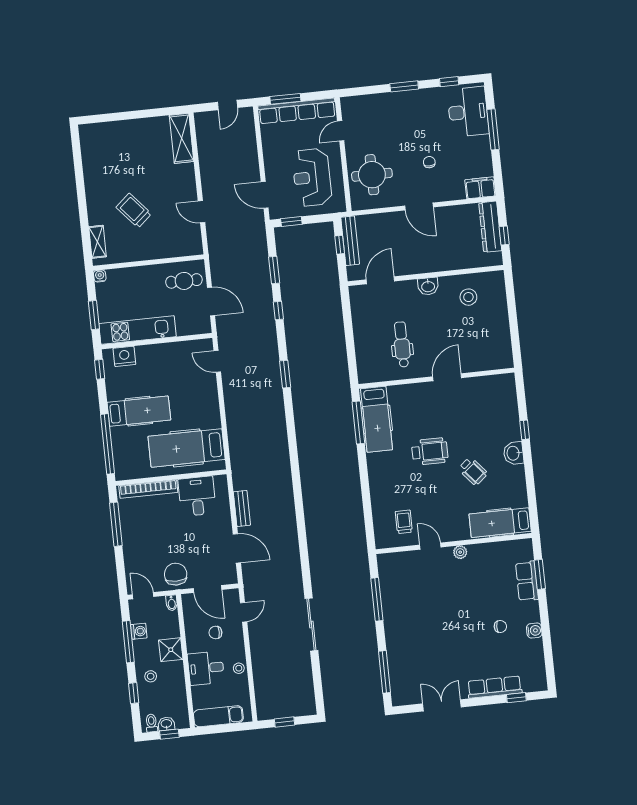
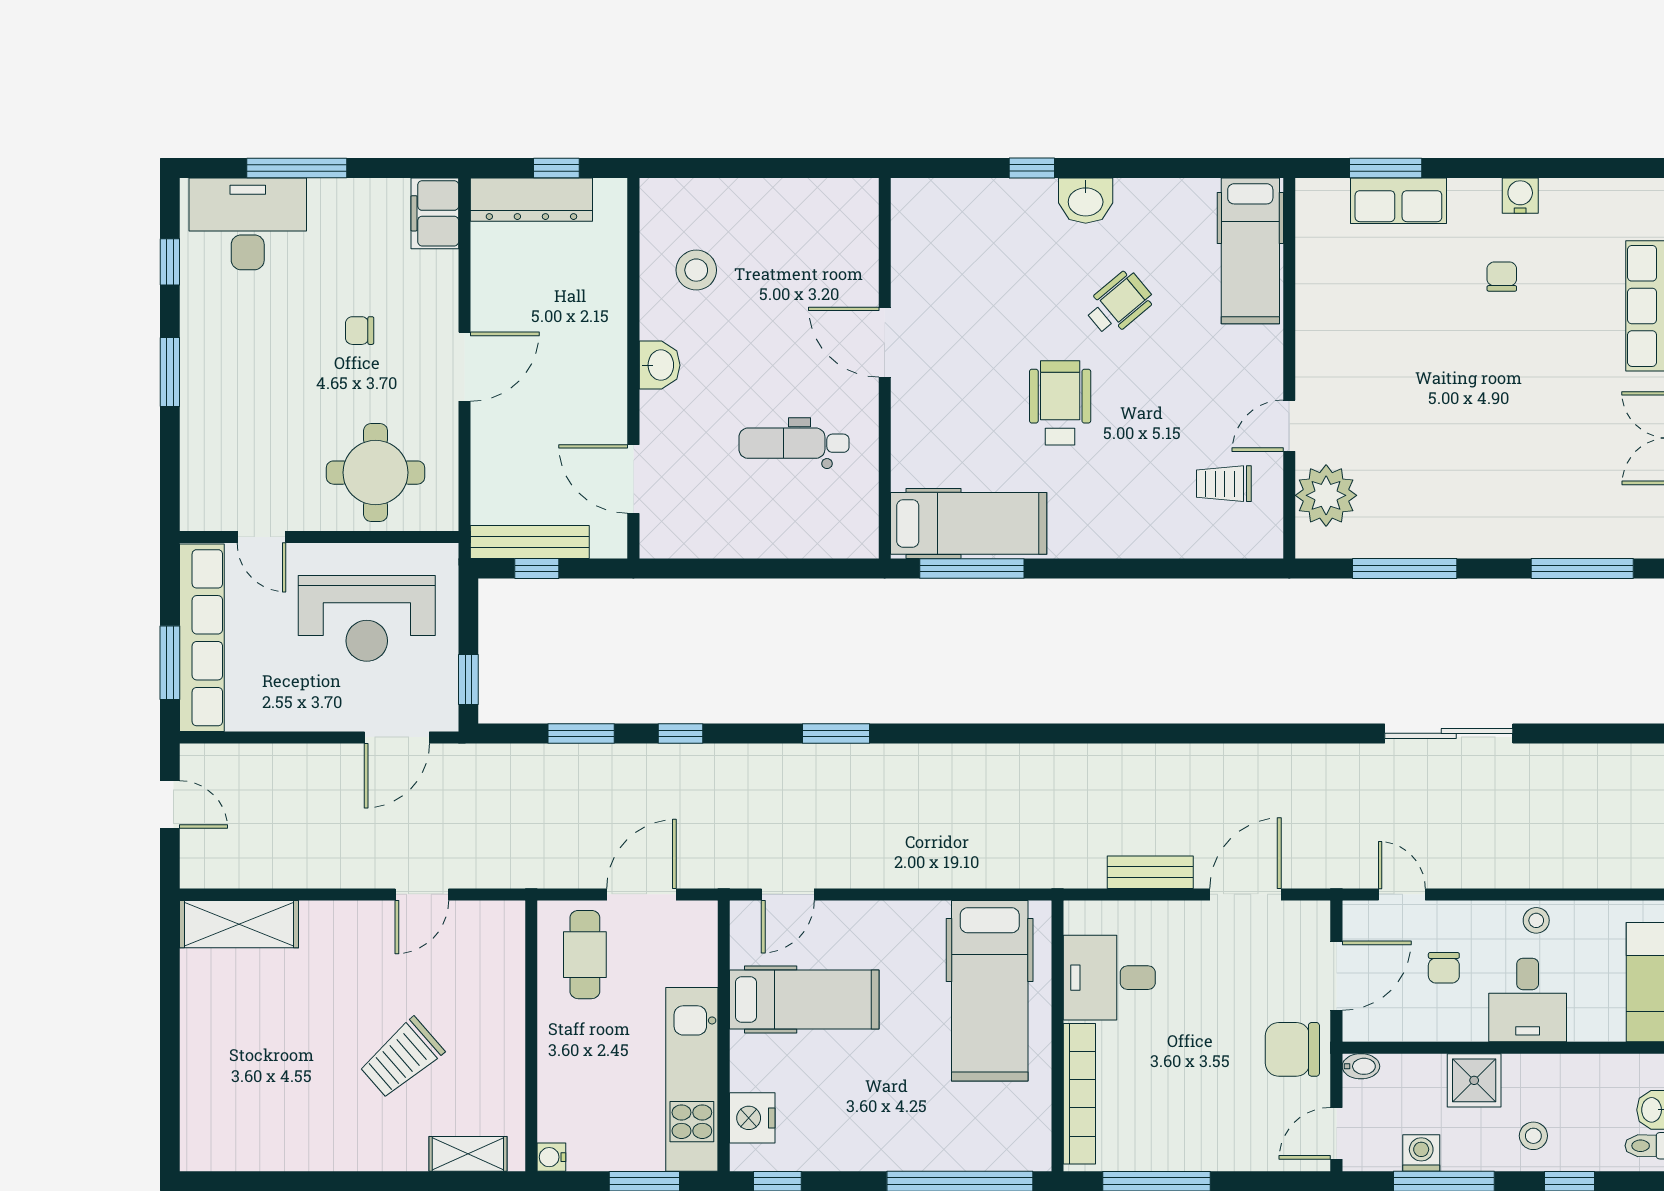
hospital bed: (139, 411) -> (804, 1000), moved, turned 90
plant: (460, 552) -> (1326, 495), moved, width x1.88, depth x1.88

